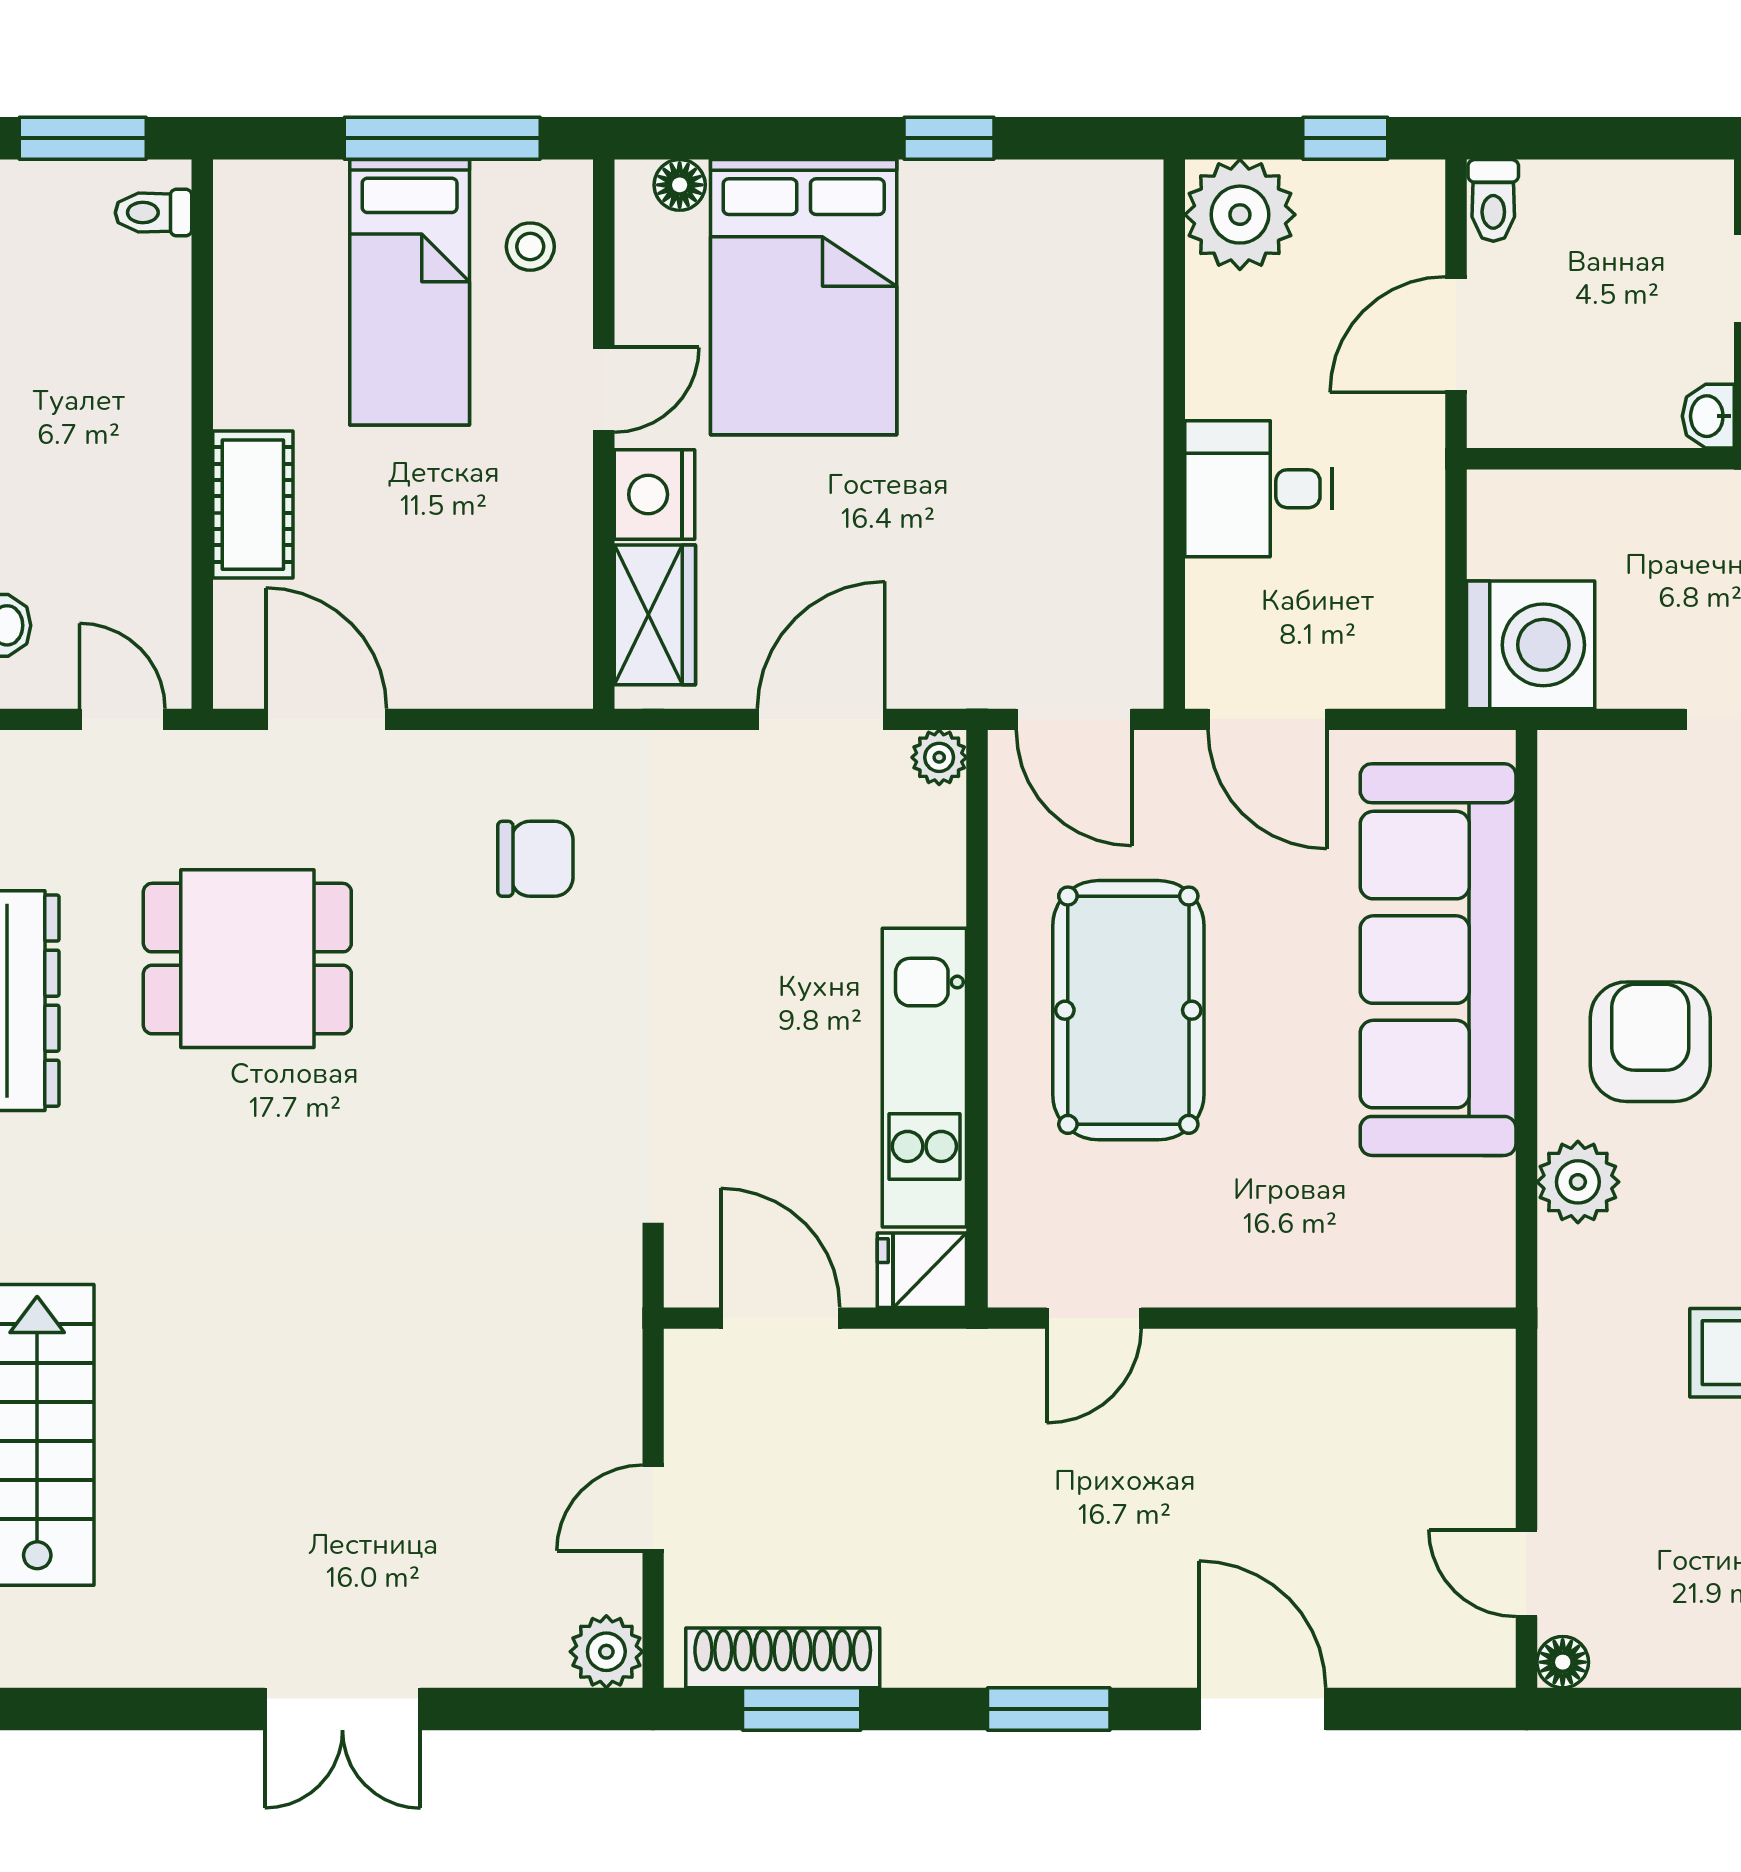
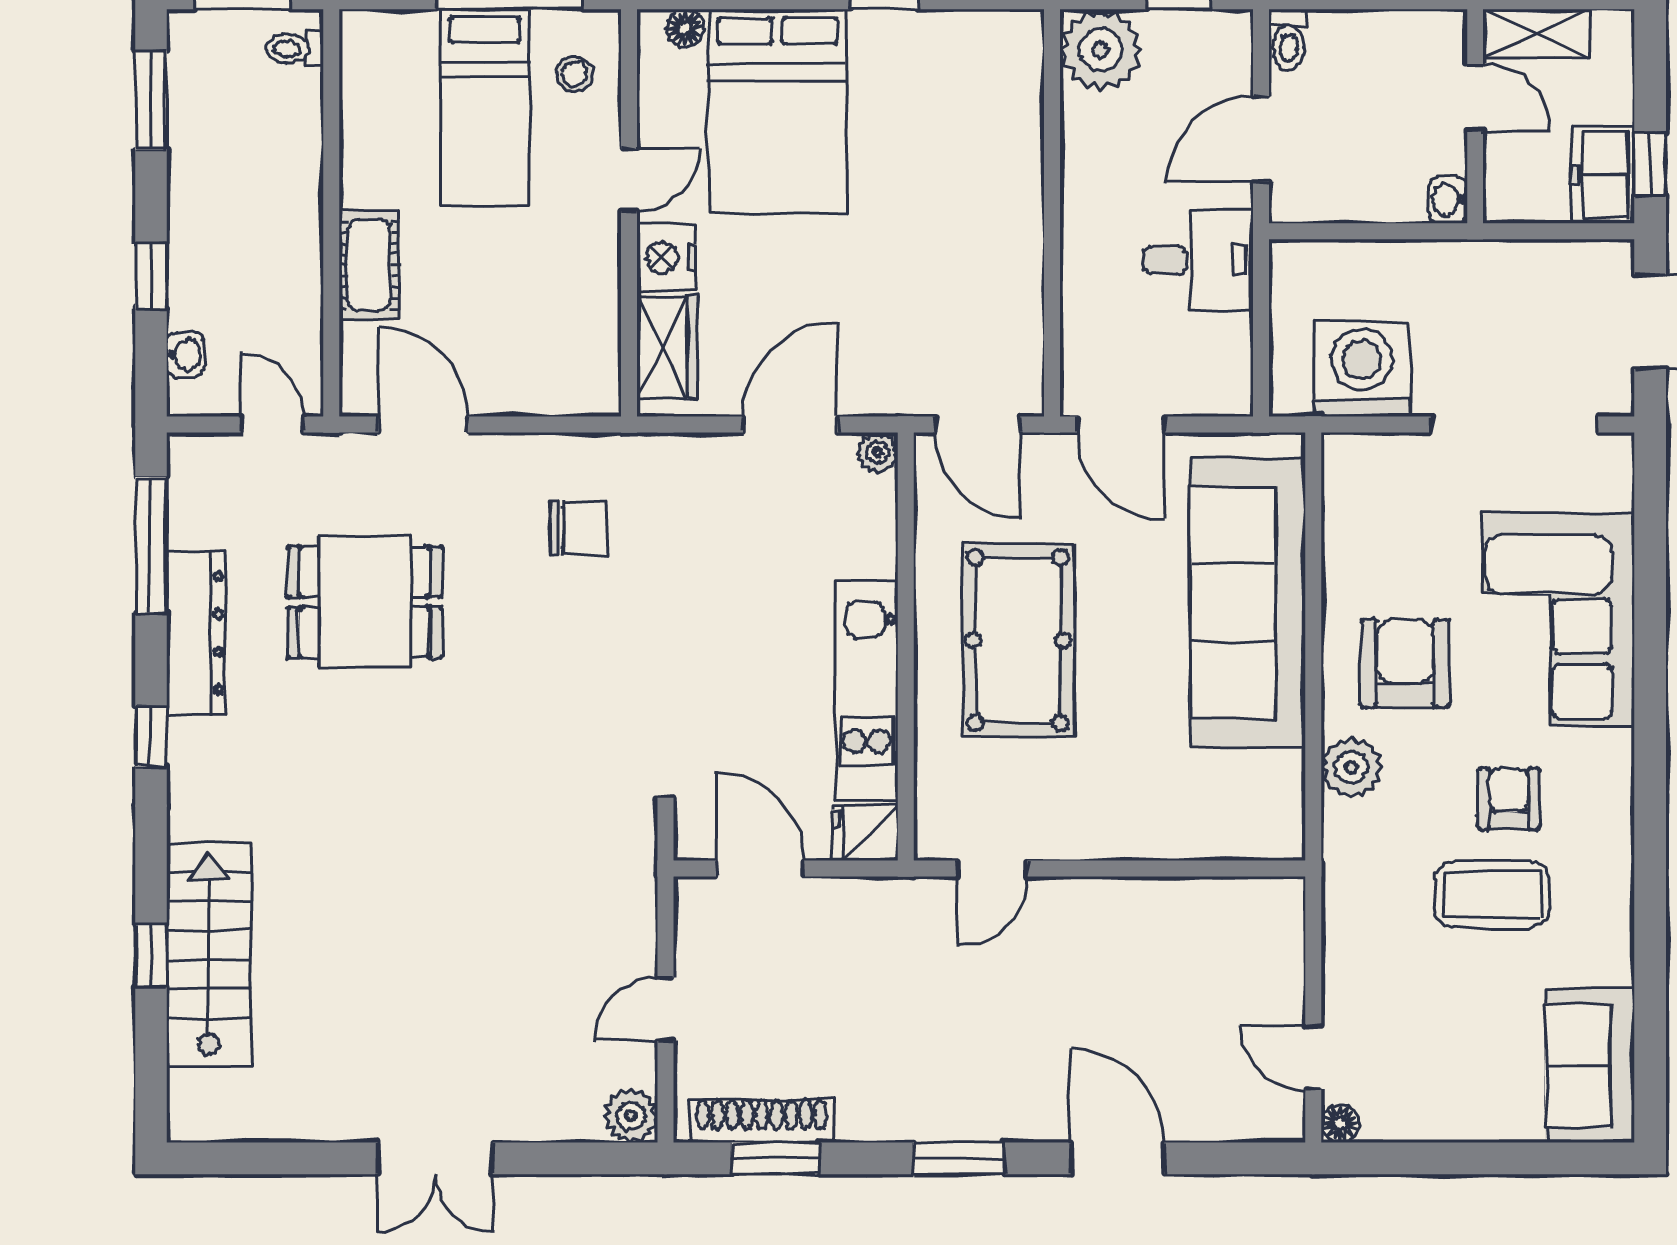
desk: (1258, 489) -> (1199, 260), moved, turned 180
washing machine: (1531, 645) -> (1362, 369), moved, turned -90

